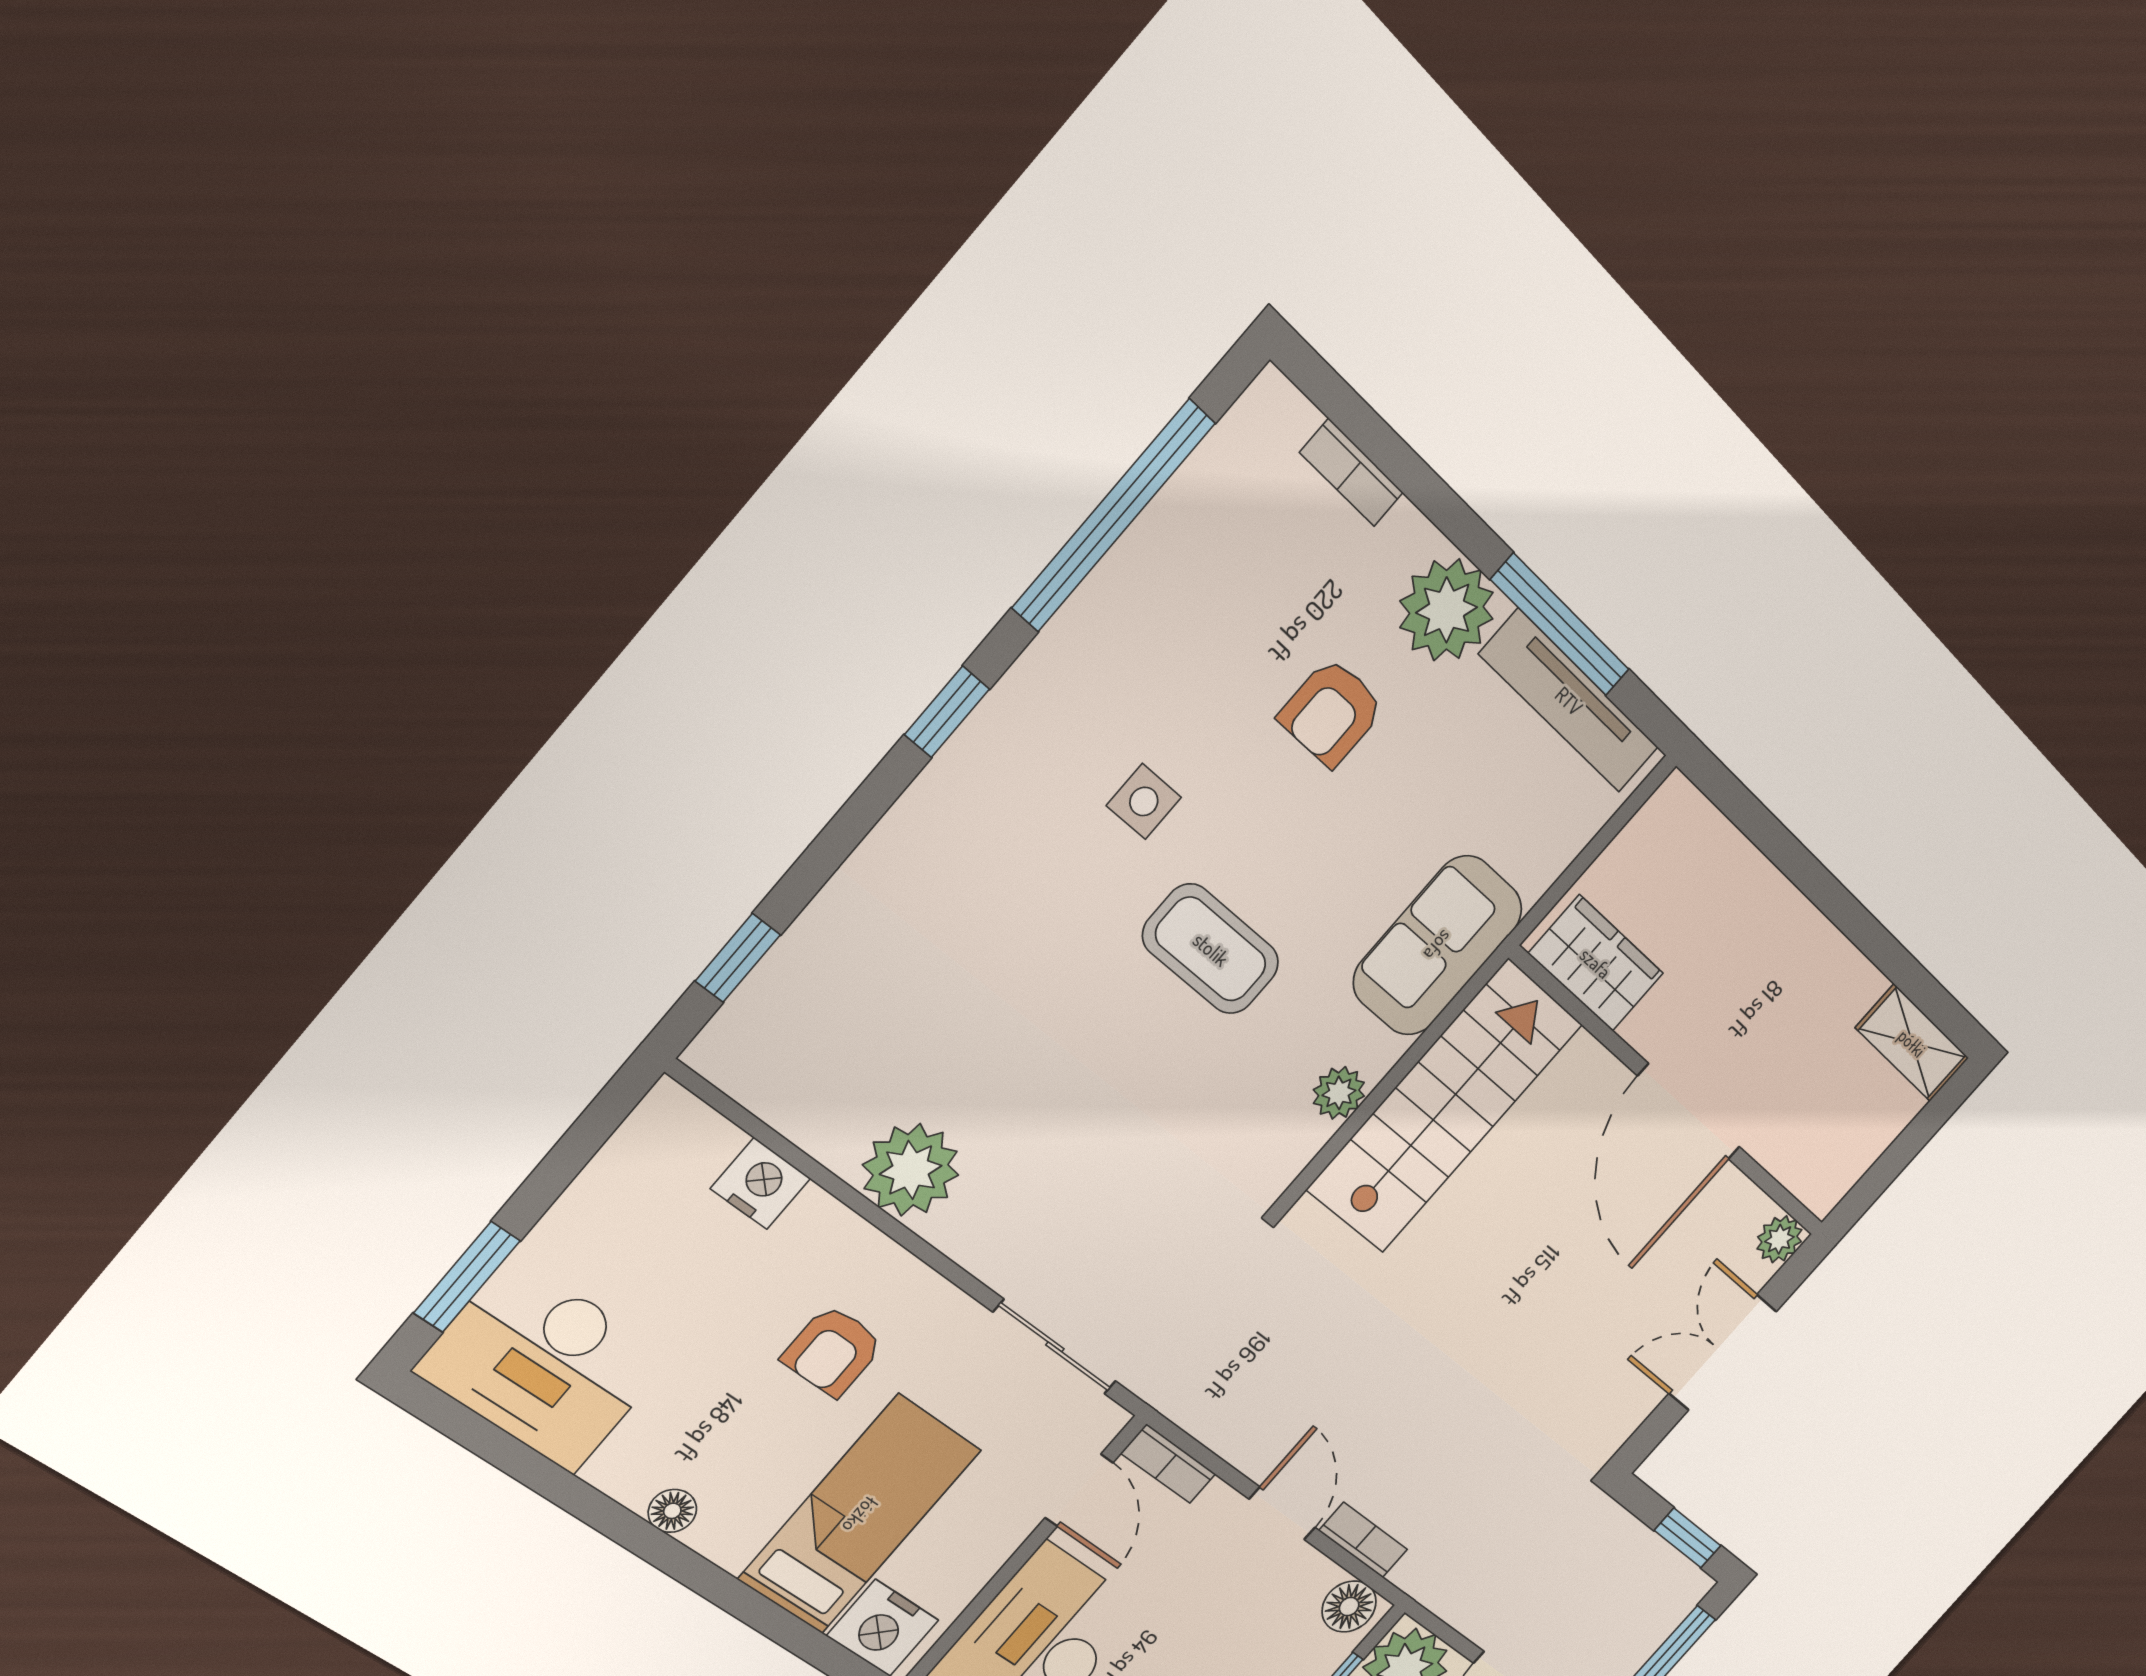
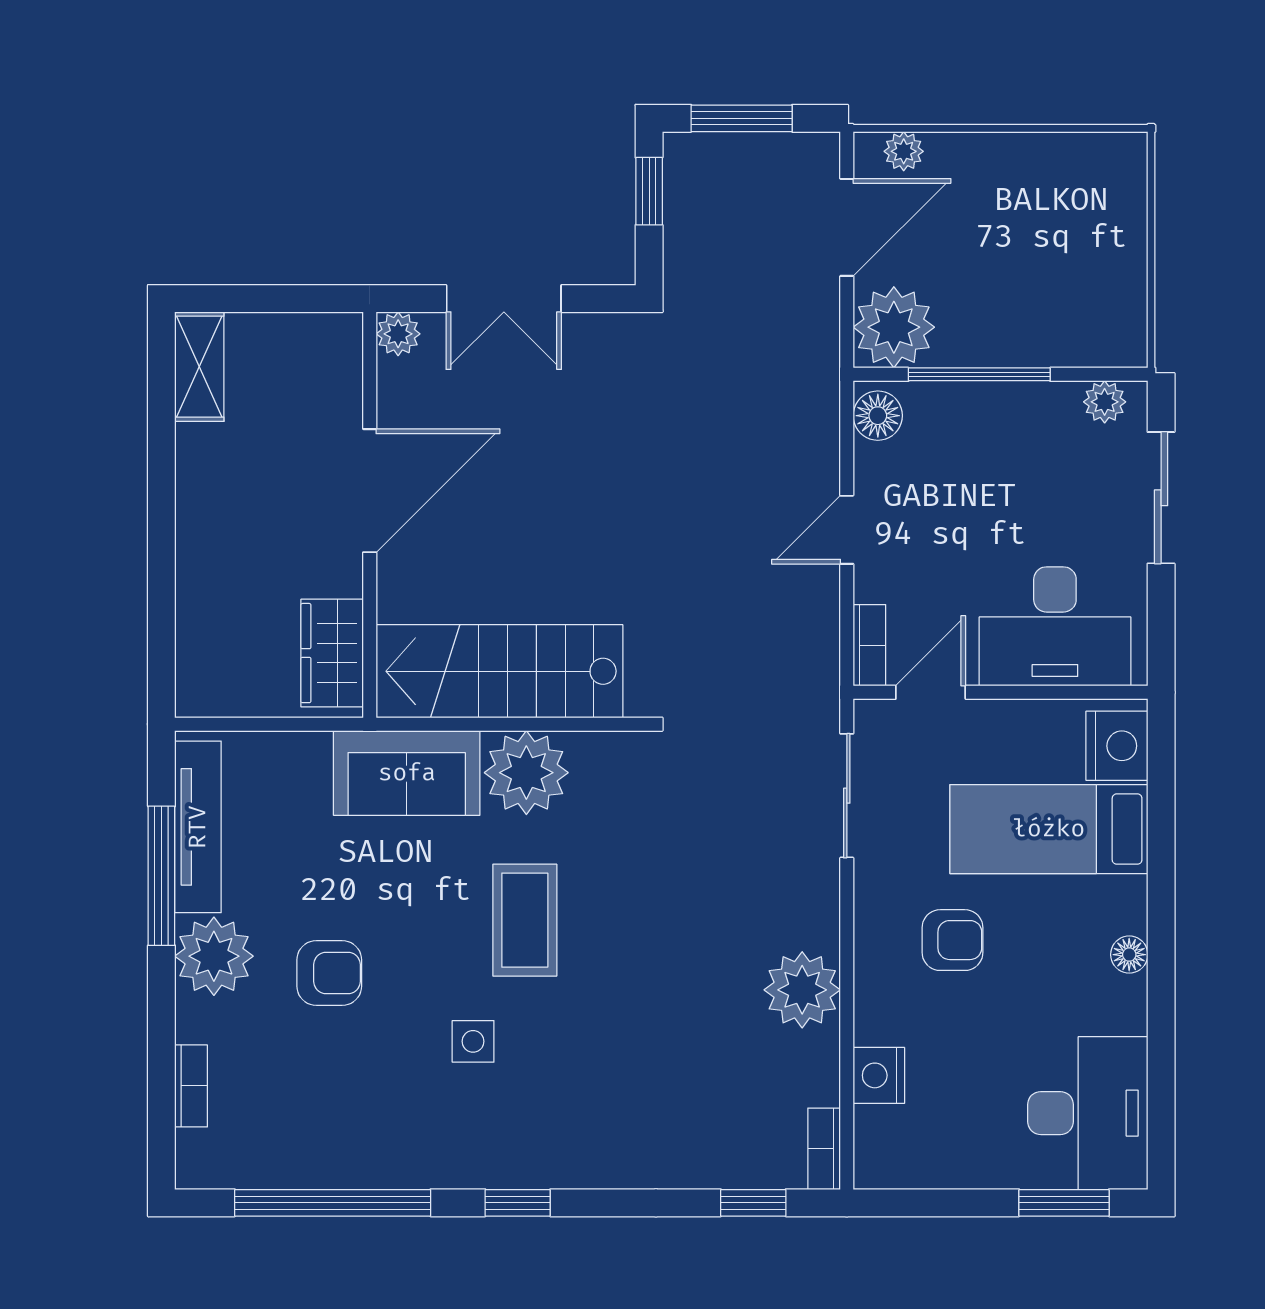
plant: (1339, 1093) -> (526, 773), width x1.87, depth x1.87
bookcase: (1363, 1540) -> (824, 1149), moved

